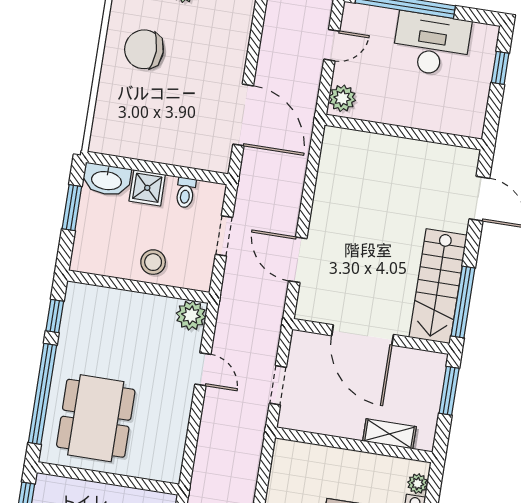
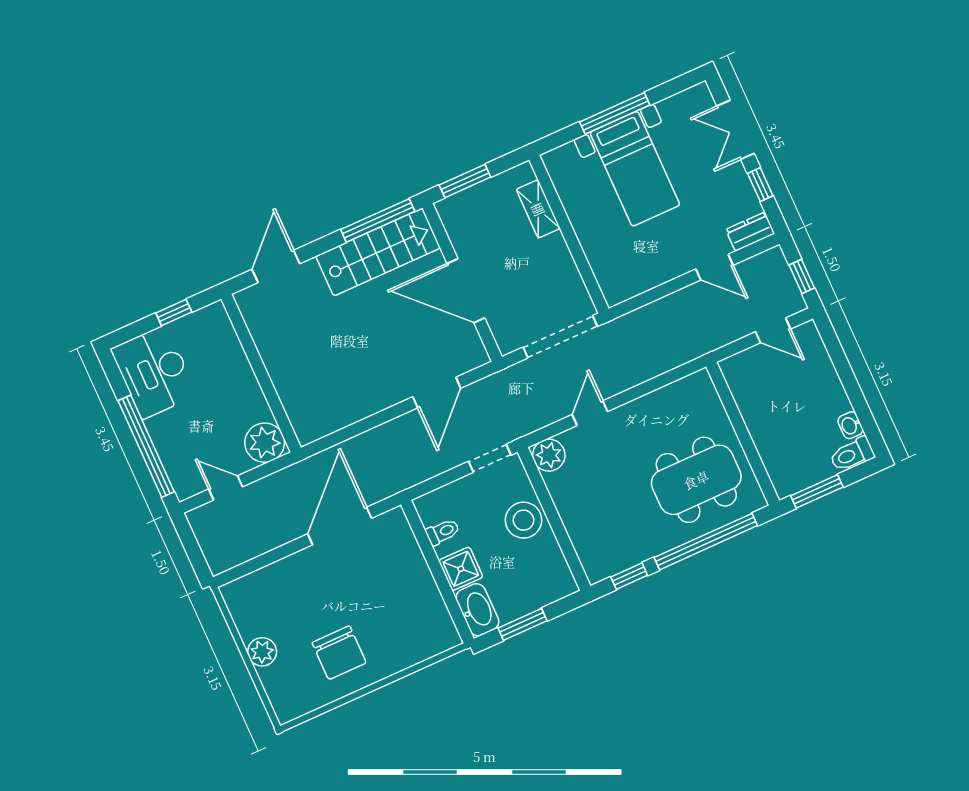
desk: (431, 44) -> (154, 372), moved
window: (500, 68) -> (174, 313), moved
plant: (342, 98) -> (265, 443), width x1.36, depth x1.36
doorway: (224, 236) -> (490, 458), moved
stool: (153, 262) -> (523, 520), width x1.38, depth x1.38
door: (363, 335) -> (466, 291), swing flipped
doorway: (278, 385) -> (560, 337), width x1.87
plant: (418, 484) -> (566, 155), removed

